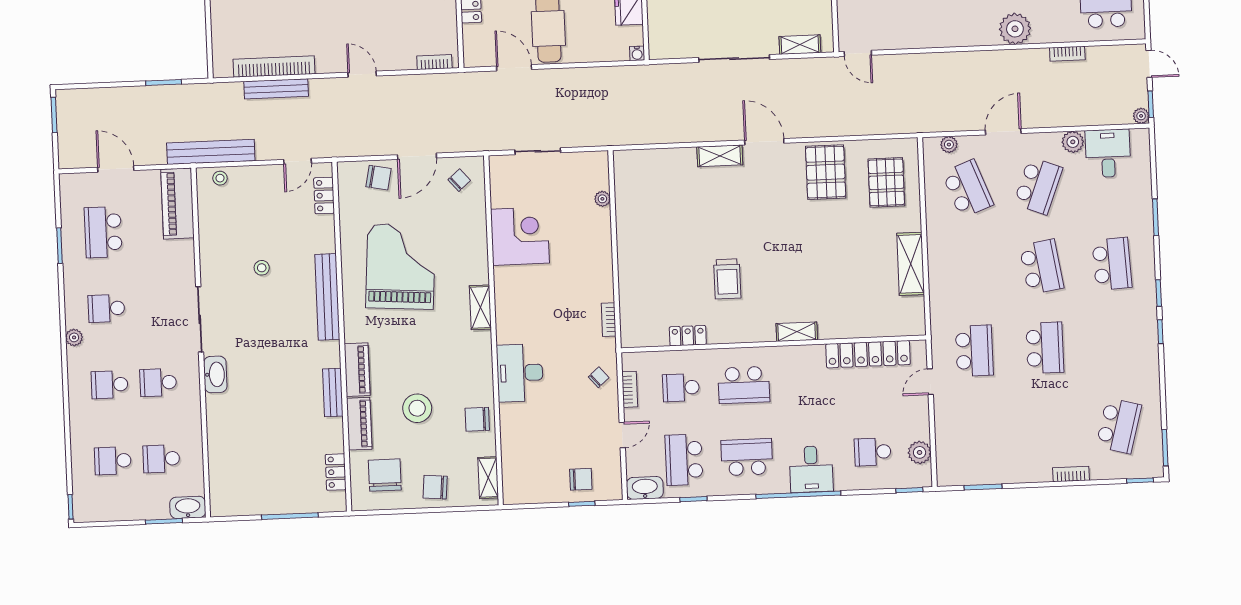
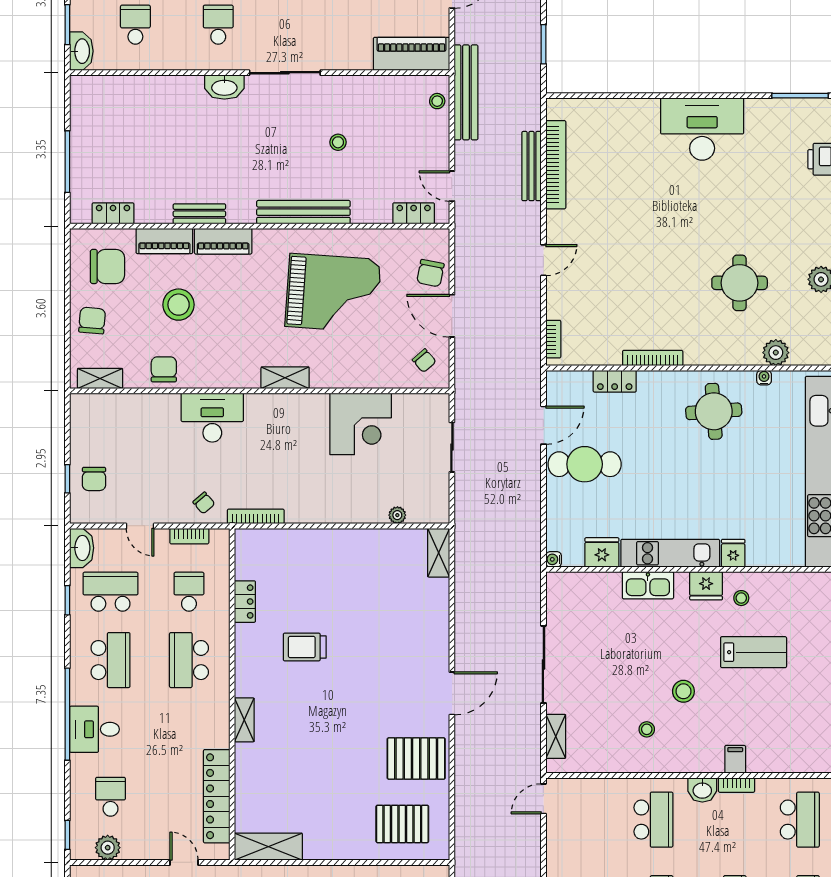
shelving: (720, 156) -> (439, 553), moved
shelving: (911, 264) -> (268, 847), moved
bookcase: (609, 320) -> (256, 516), width x1.56

